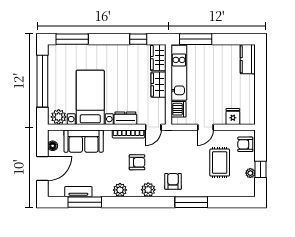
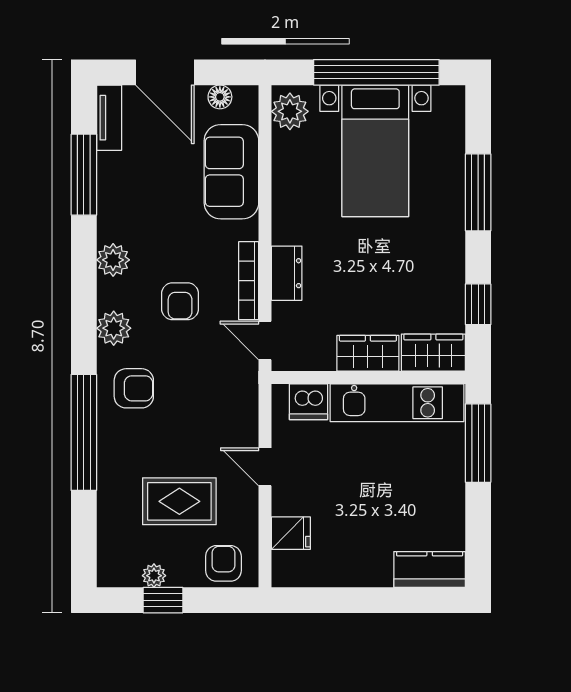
window: (72, 39) -> (478, 192), moved
bed with nightstands: (90, 97) -> (375, 151), moved, turned 90
tv unit: (78, 192) -> (109, 118), moved
window: (191, 202) -> (84, 432), width x1.46

